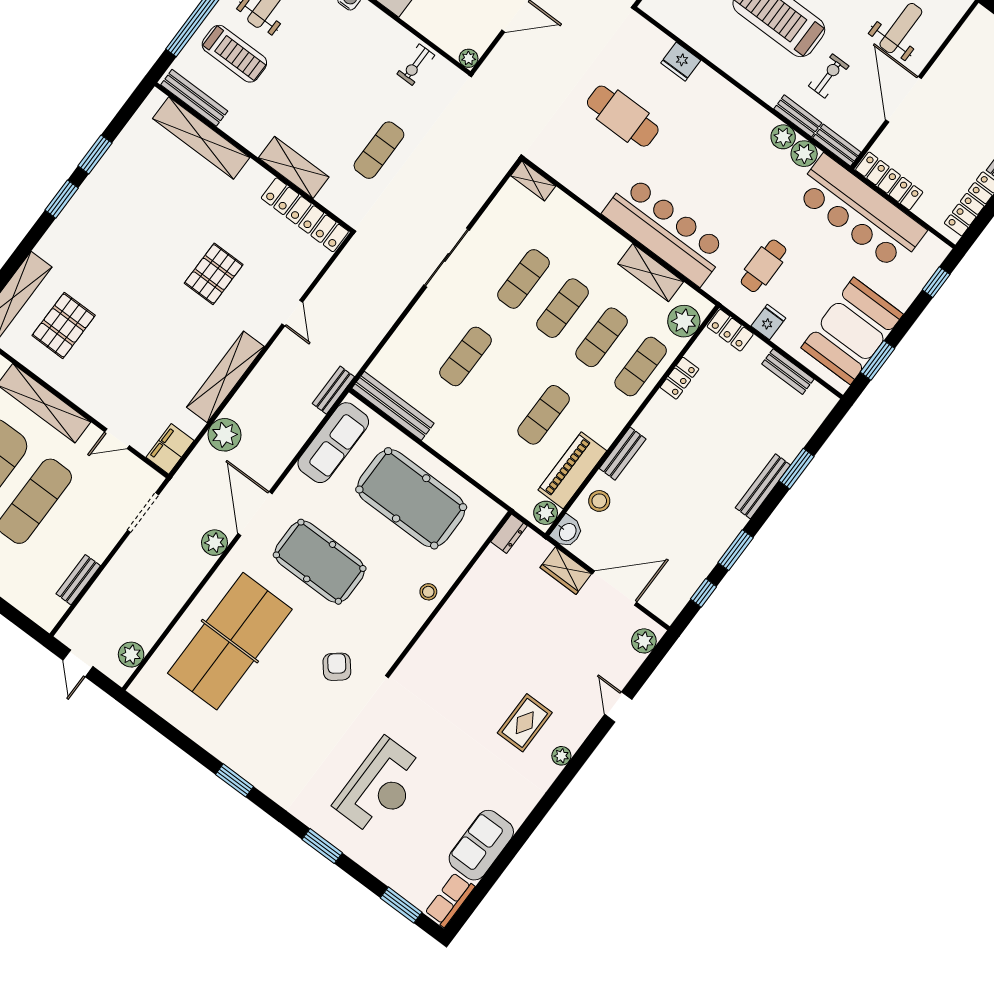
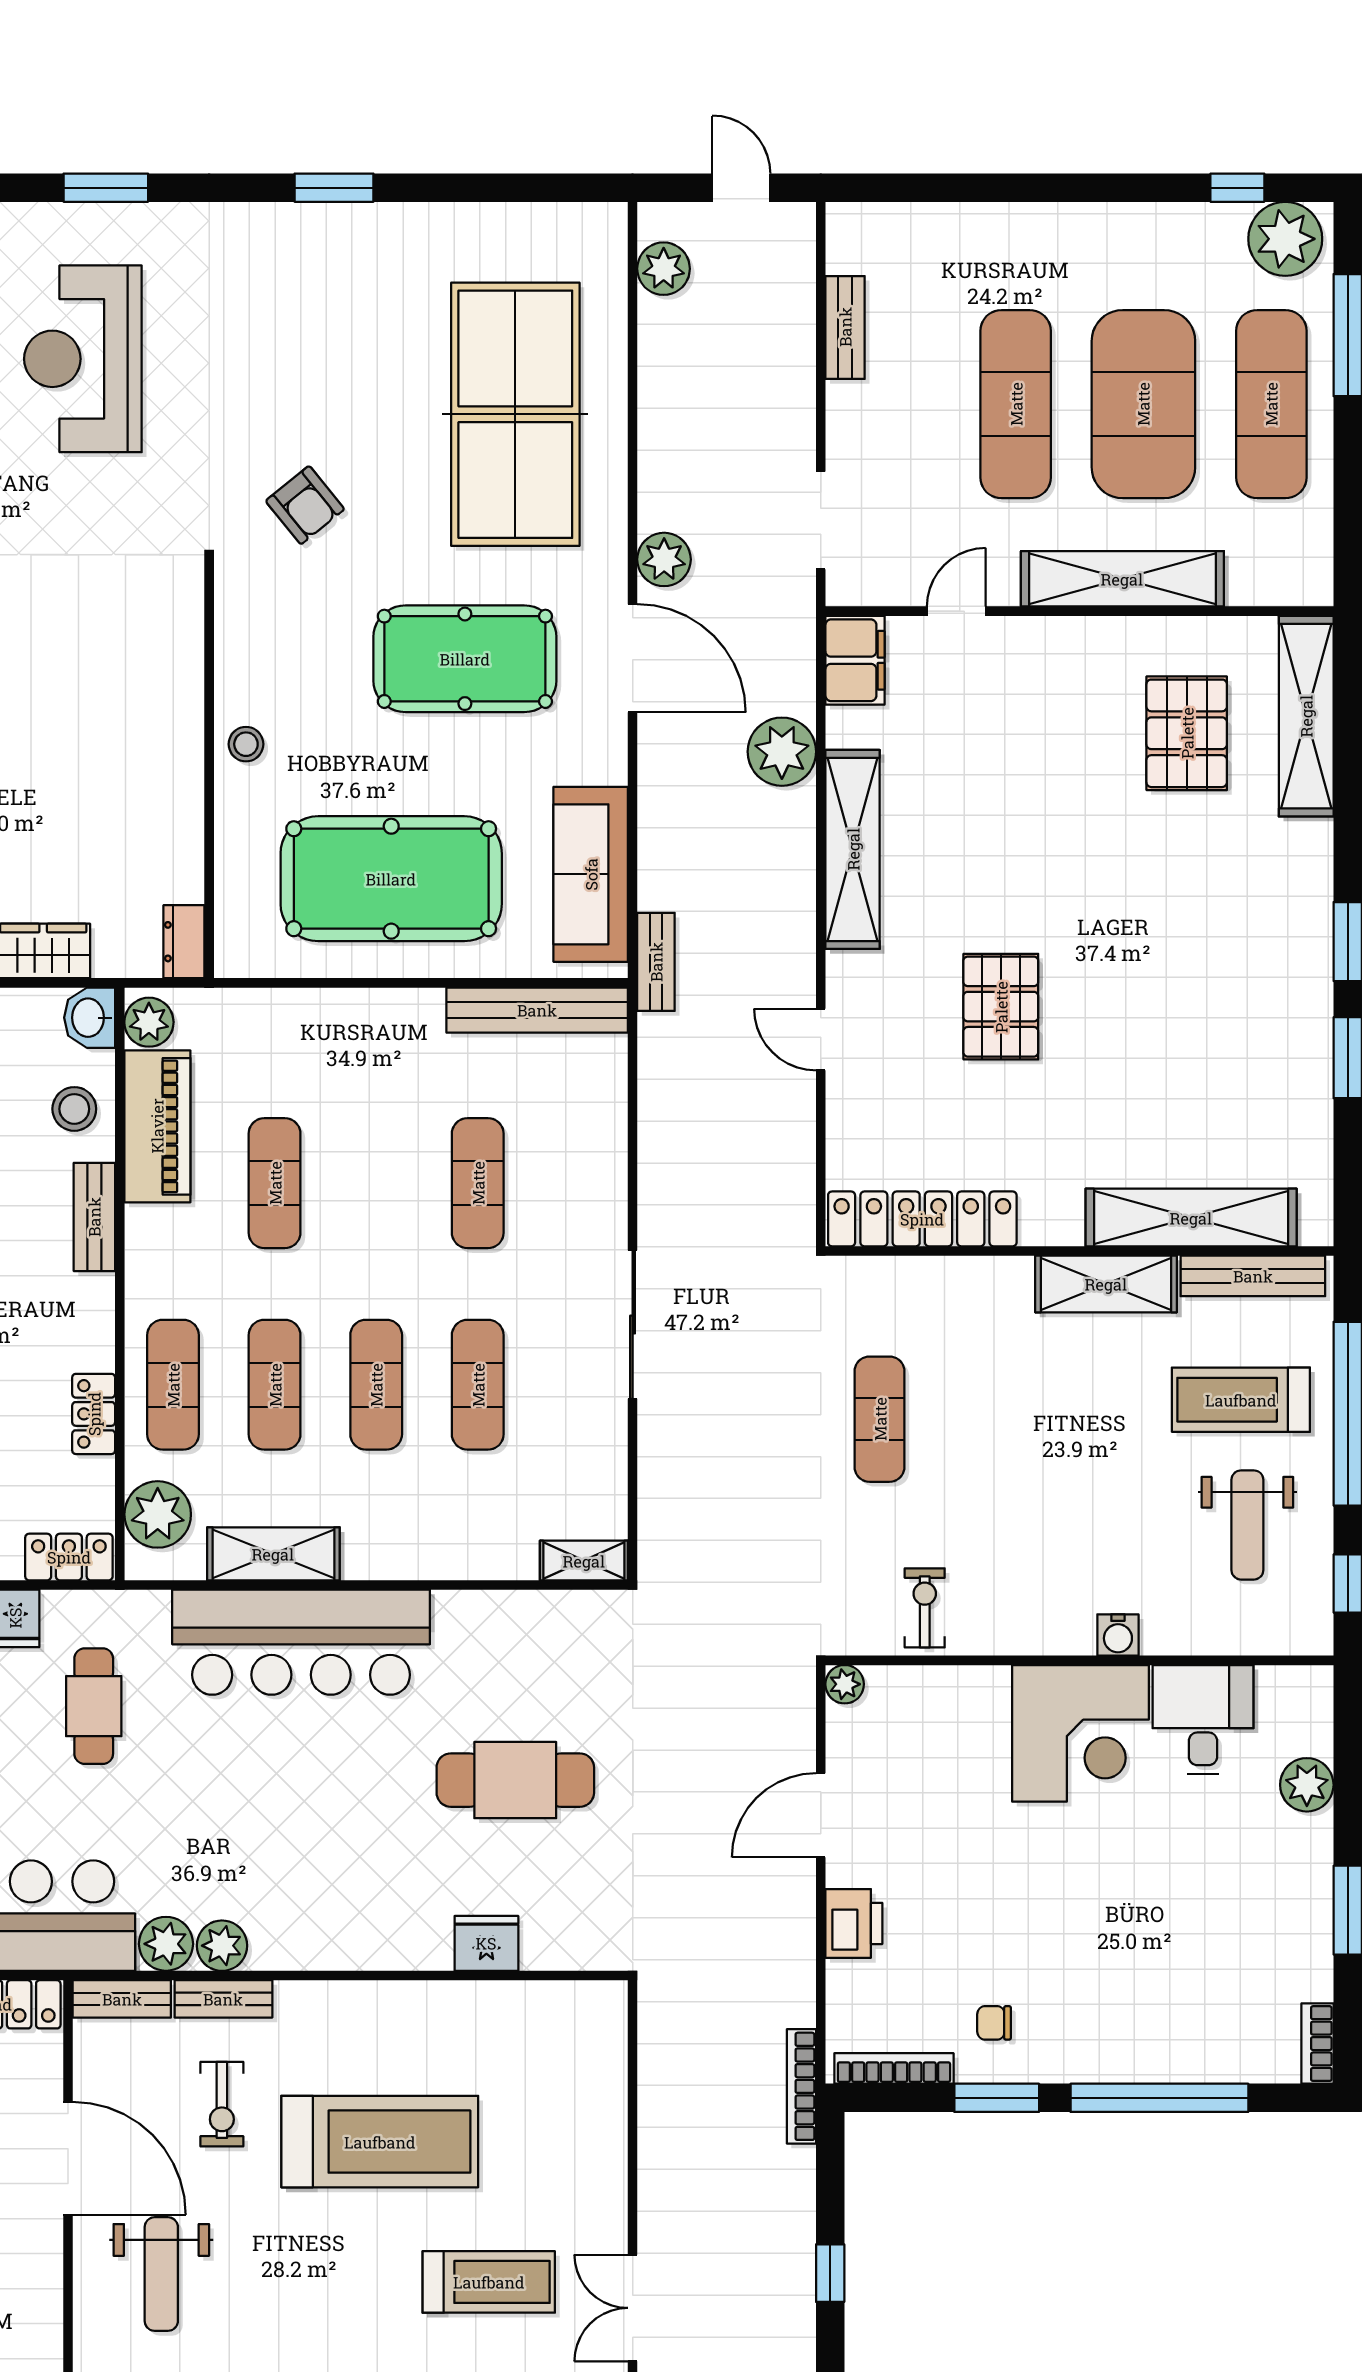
shelving: (294, 167) -> (1106, 1284), moved

